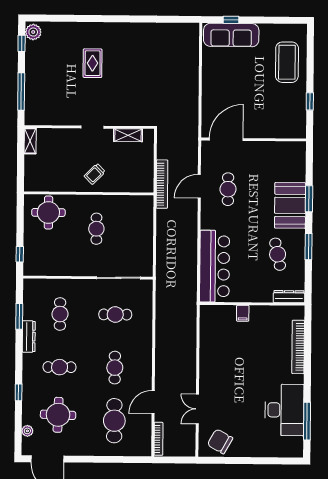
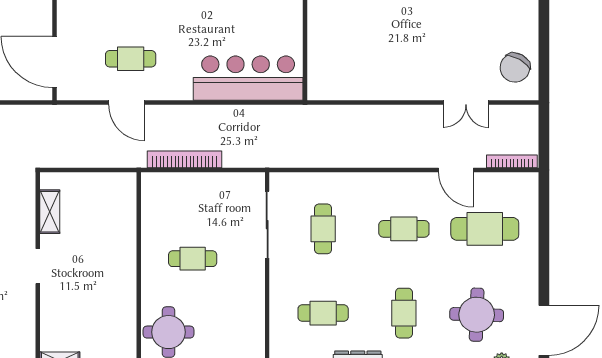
trolley: (95, 174) -> (109, 262), removed
bookcase: (162, 184) -> (185, 159), moved
filing cabinet: (243, 313) -> (319, 35), removed

